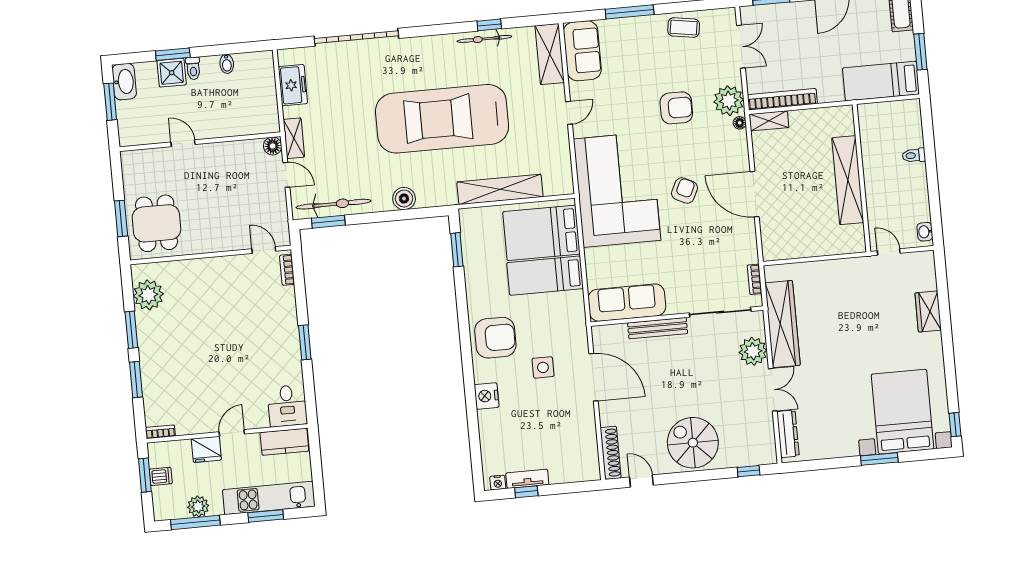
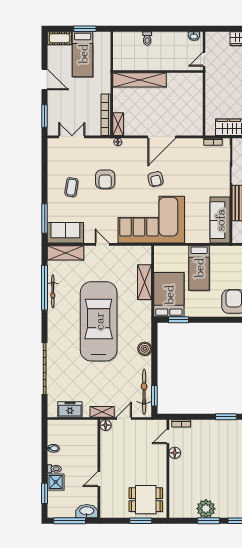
window: (630, 12) -> (45, 219), moved
window: (489, 25) -> (45, 288), width x3.17
coffee table: (684, 28) -> (71, 187), moved
window: (173, 54) -> (45, 493), moved
bed: (881, 81) -> (83, 54), moved
washbasin: (124, 82) -> (87, 511), moved
plant: (729, 101) -> (104, 147), removed
window: (110, 102) -> (70, 521), width x1.44
armchair: (676, 108) -> (105, 179), turned 180
car: (442, 119) -> (99, 321), turned 180
shelving: (848, 180) -> (139, 80), moved
shelving: (500, 189) -> (145, 282), width x0.68
armchair: (685, 191) -> (156, 179), turned -129
bed: (541, 233) -> (169, 295), moved, turned 180
floor lamp: (238, 264) -> (175, 453), added
plant: (148, 295) -> (206, 509), moved

